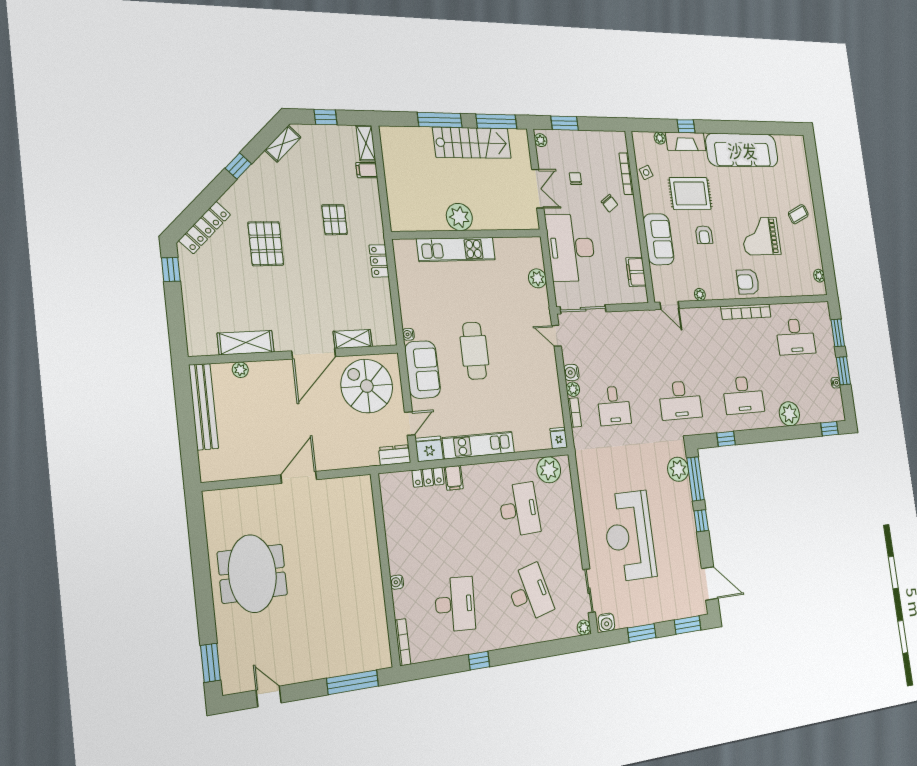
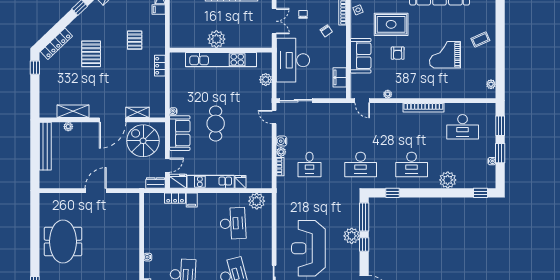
kitchen unit: (456, 249) -> (221, 60), width x1.36
armchair: (748, 282) -> (429, 87), removed
fridge: (559, 438) -> (241, 182), moved
plant: (678, 469) -> (352, 236), moved

